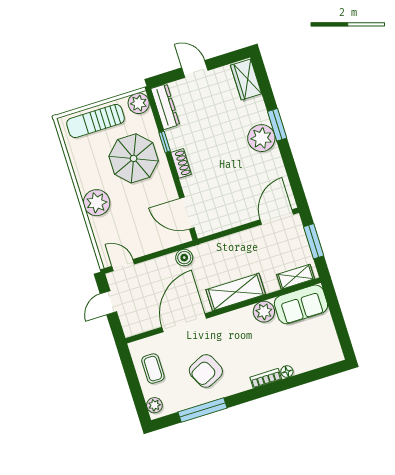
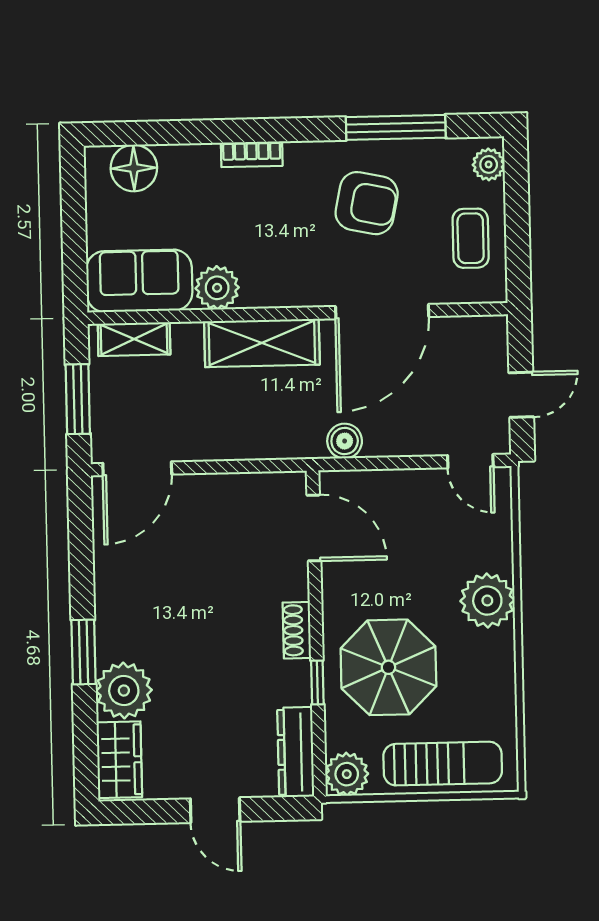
plant: (261, 138) -> (124, 691), moved
armchair: (206, 371) -> (367, 203), turned 38
floor lamp: (287, 372) -> (134, 168), moved, width x1.89, depth x1.89

